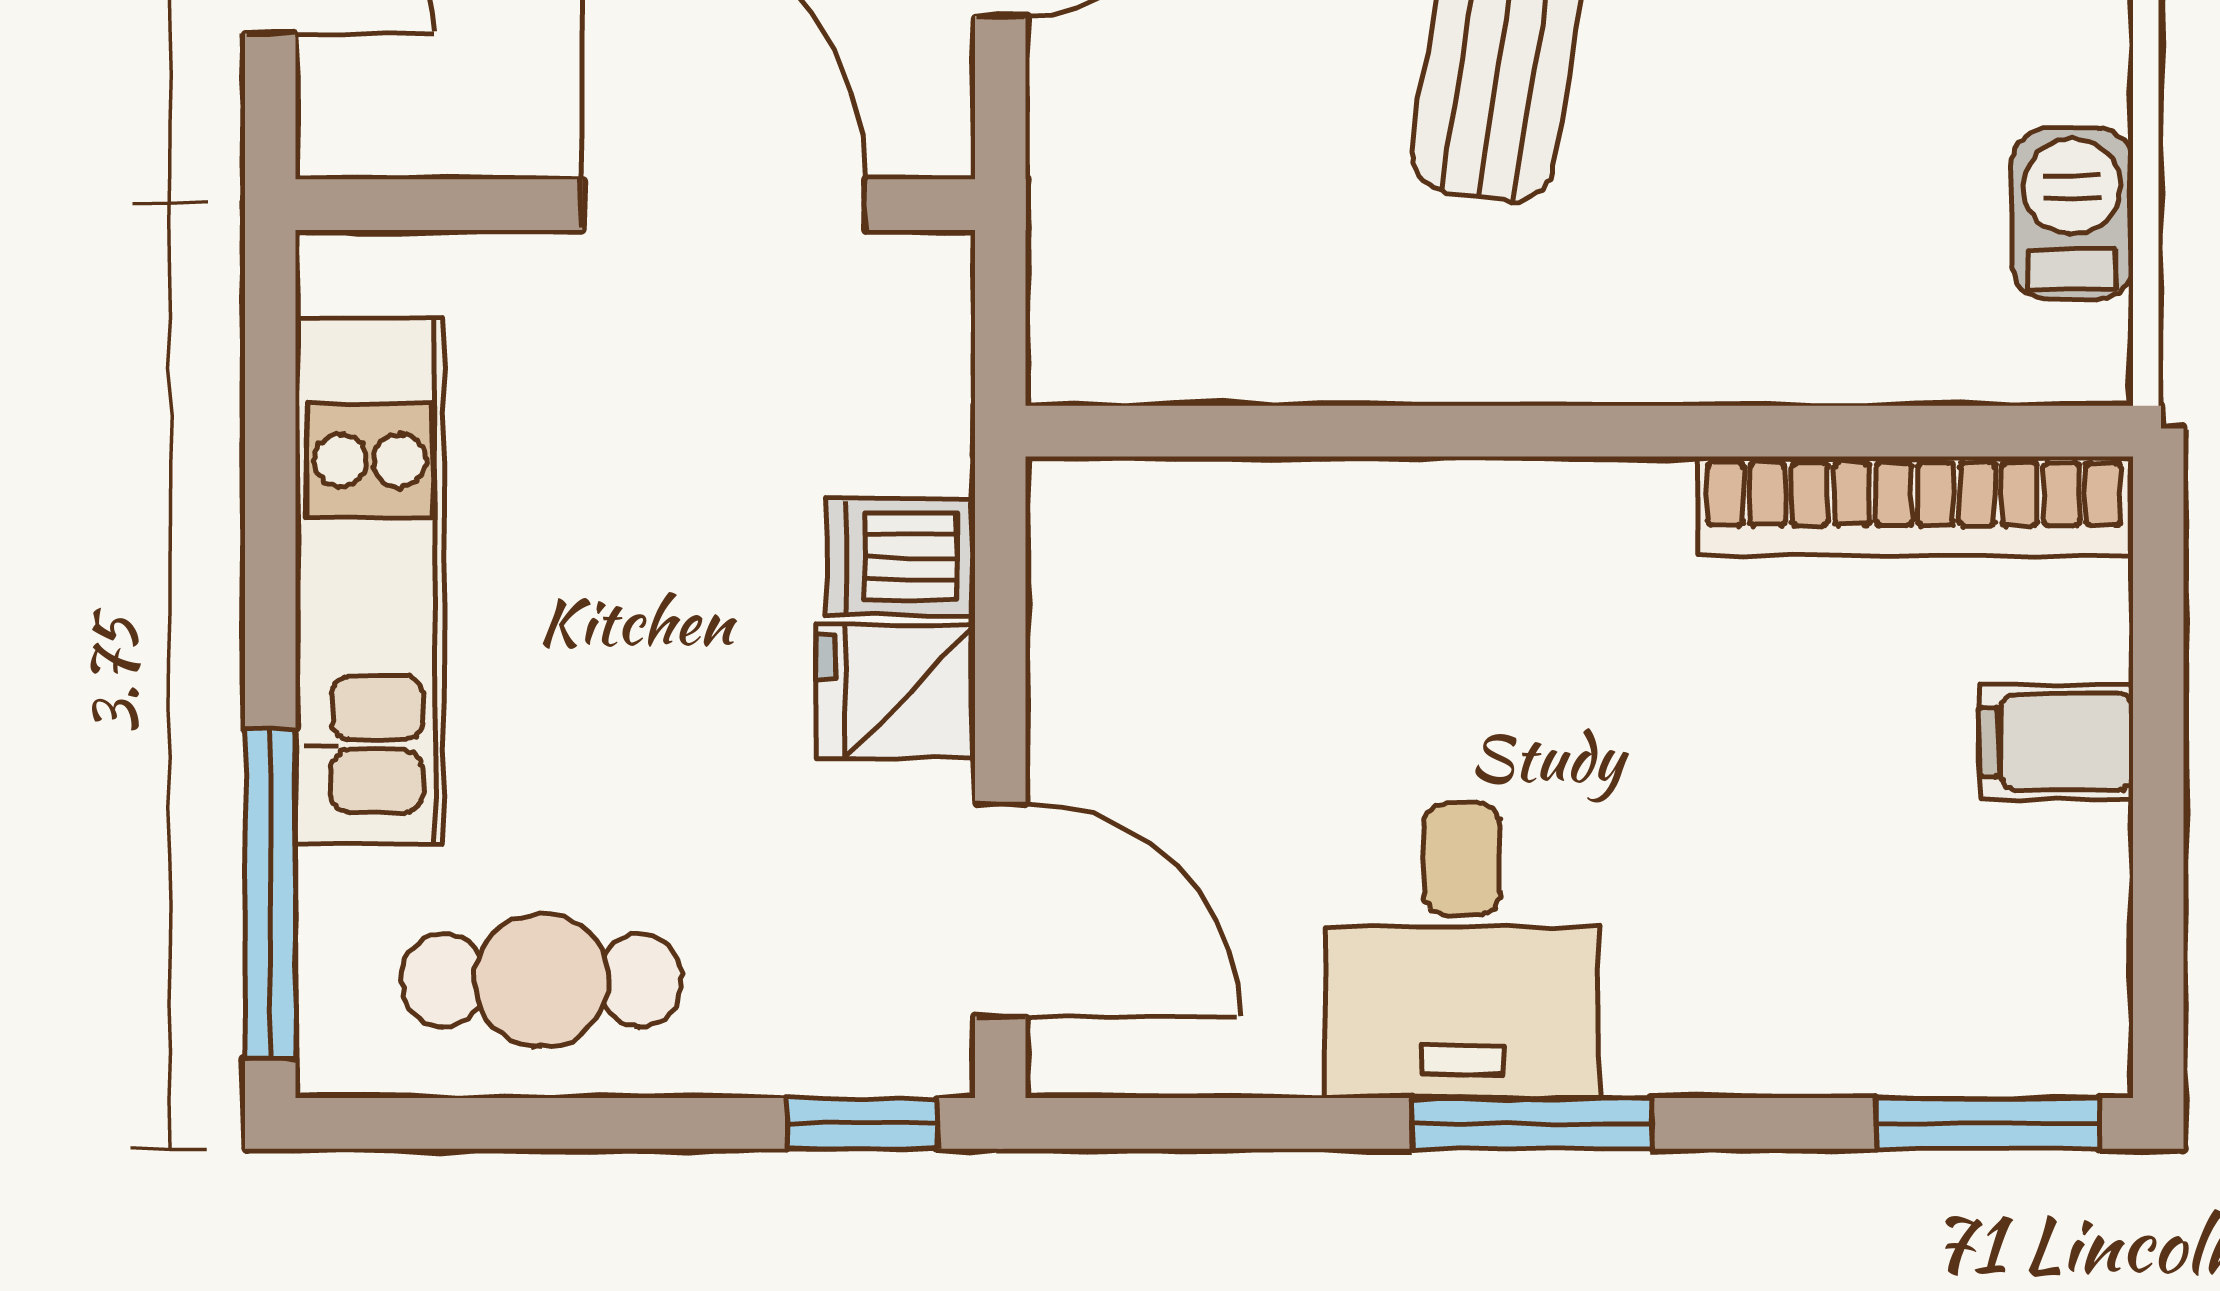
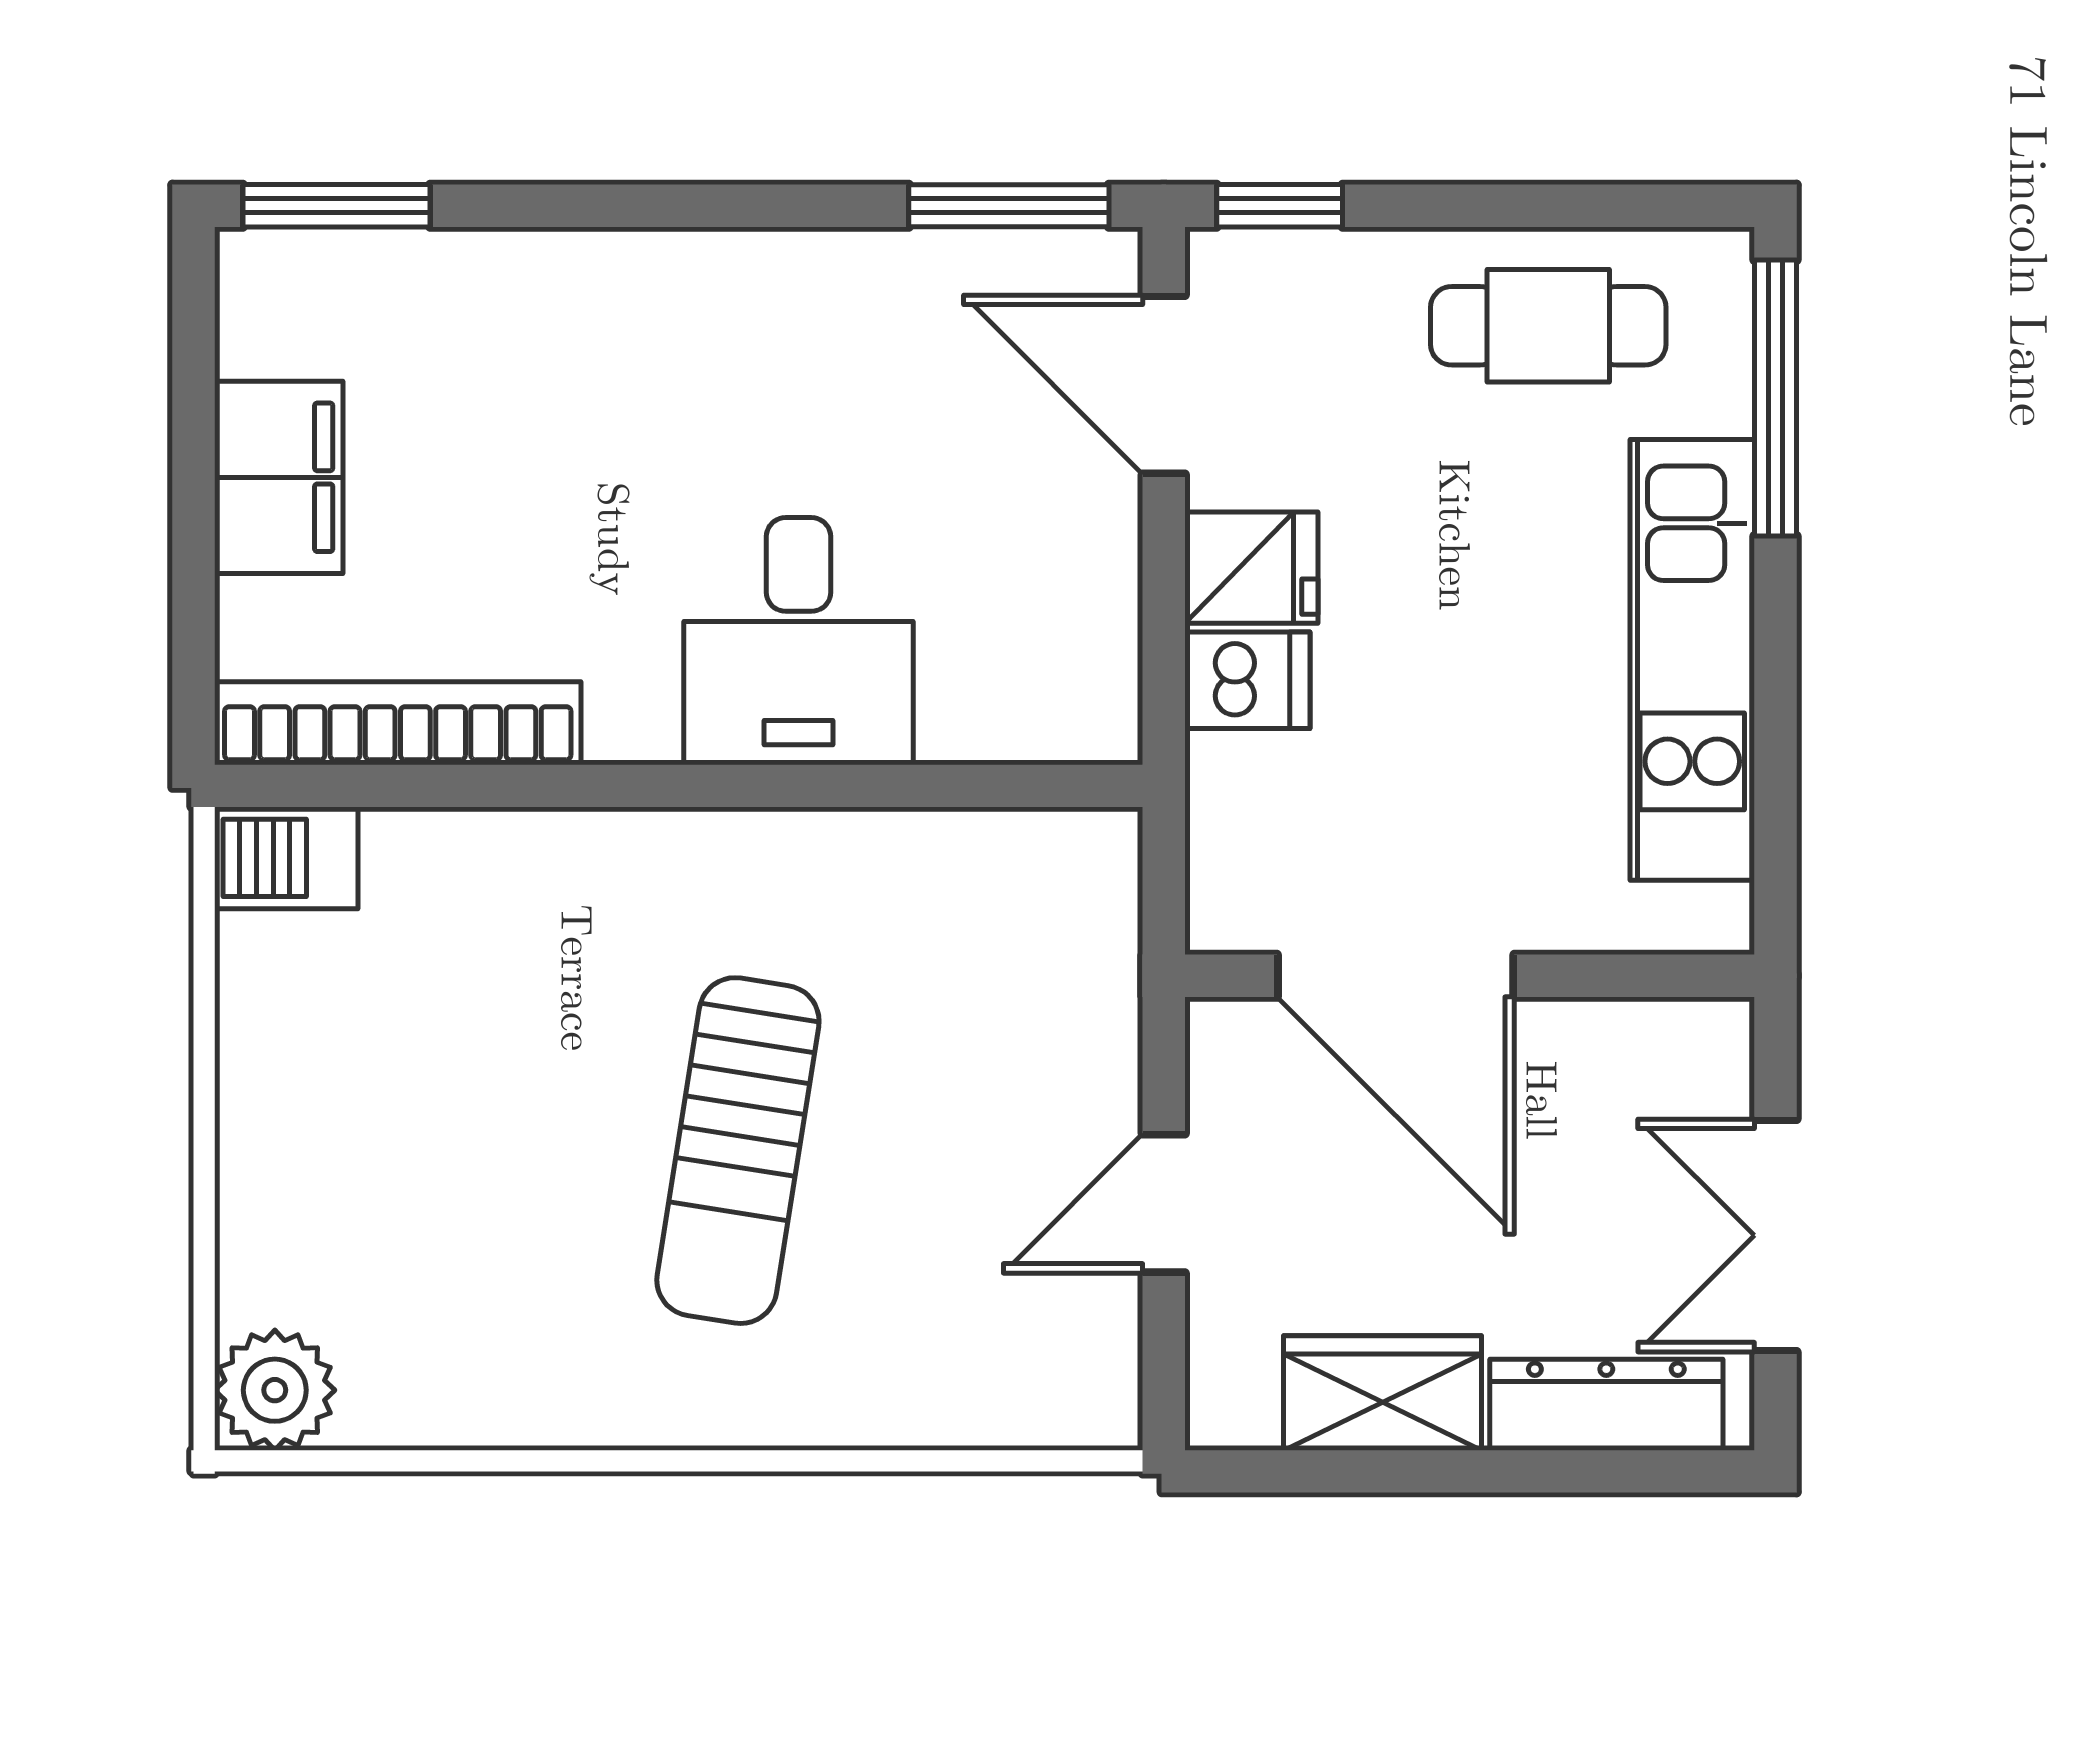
barbecue: (2072, 214) -> (286, 858), moved, turned 90
filing cabinet: (2057, 742) -> (279, 477), width x2.00
desk: (1462, 951) -> (799, 641), moved, turned 180
window: (1531, 1123) -> (1009, 206), moved

